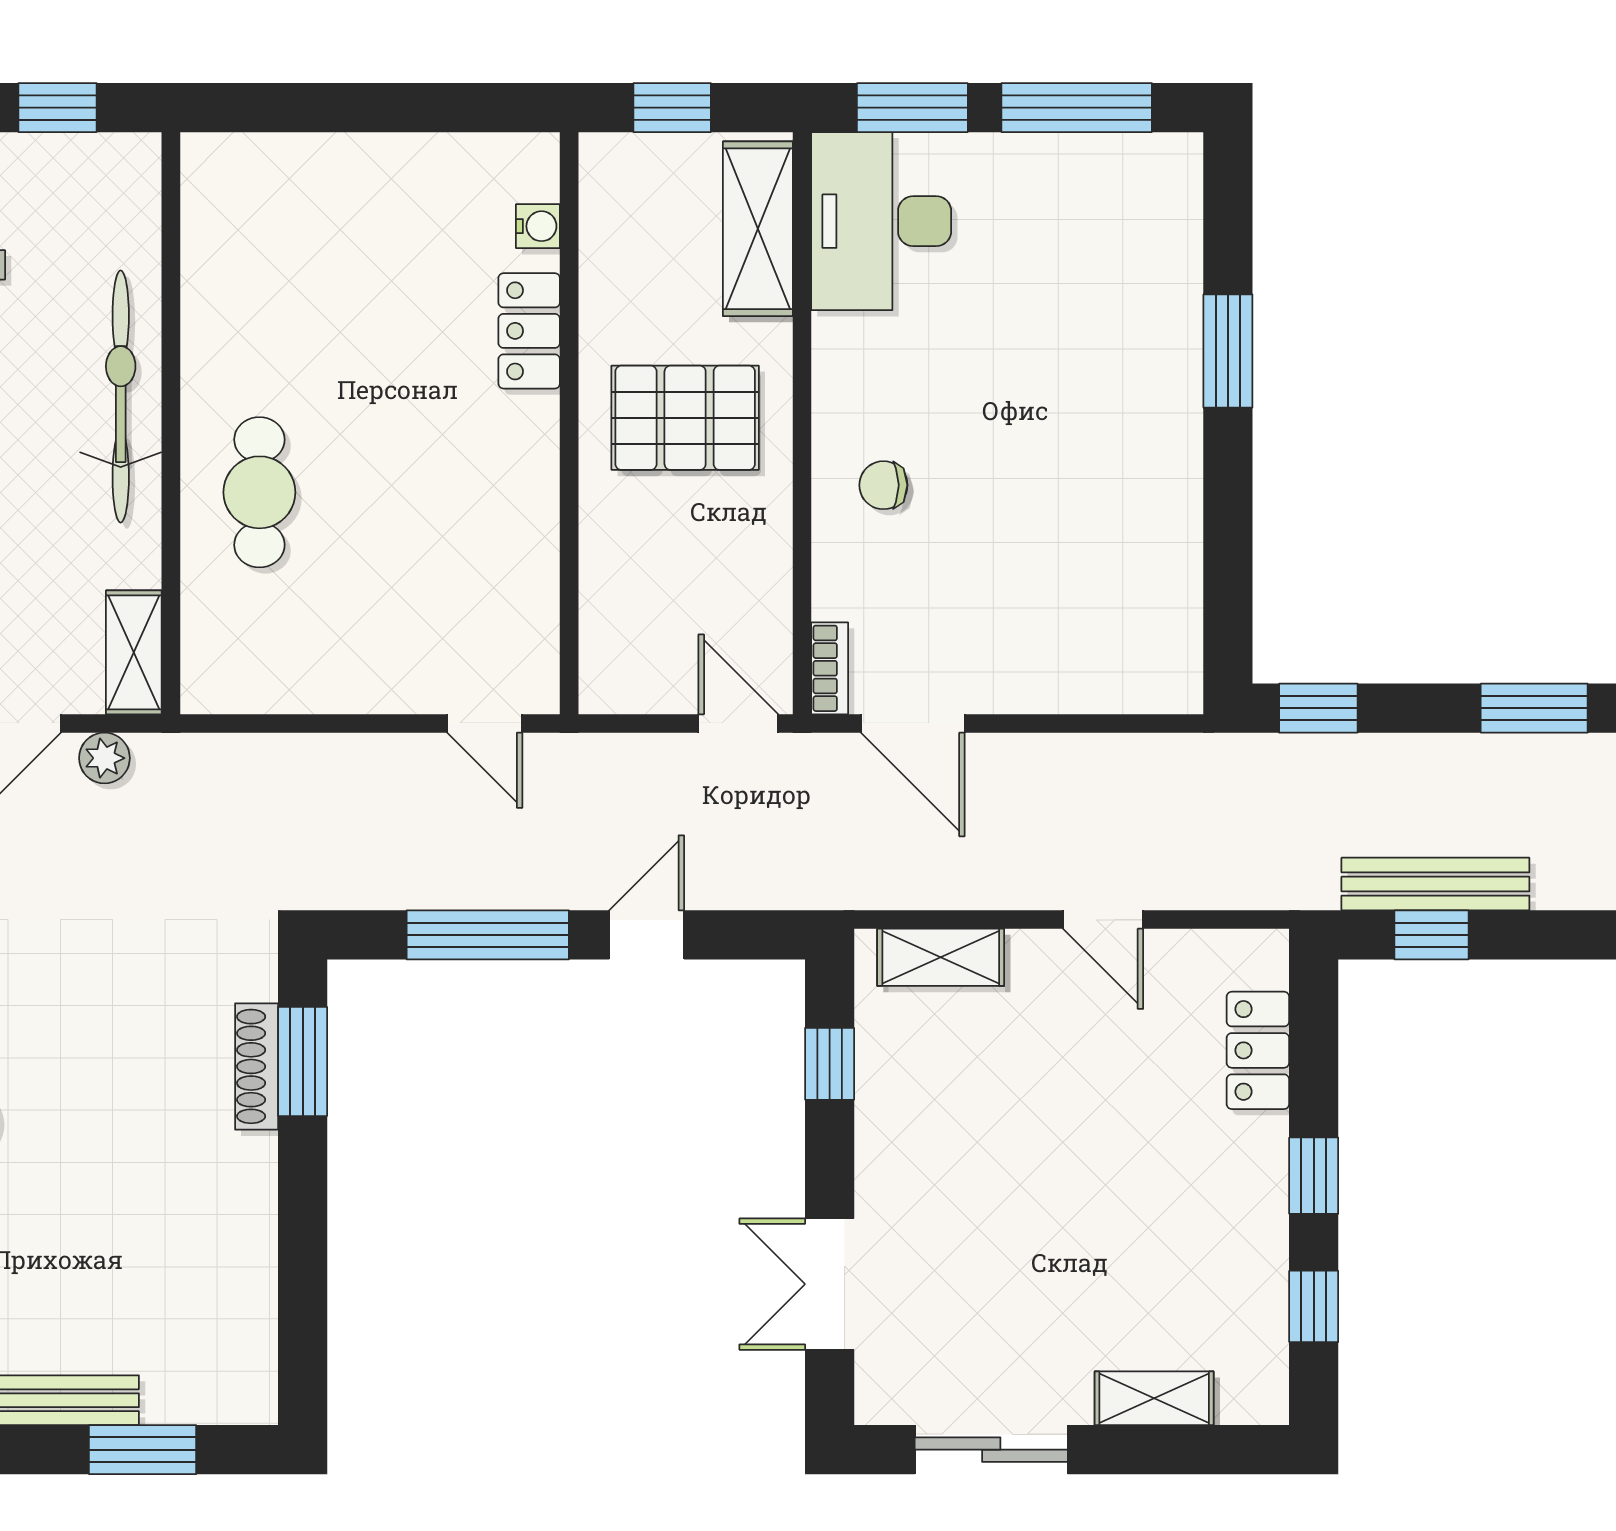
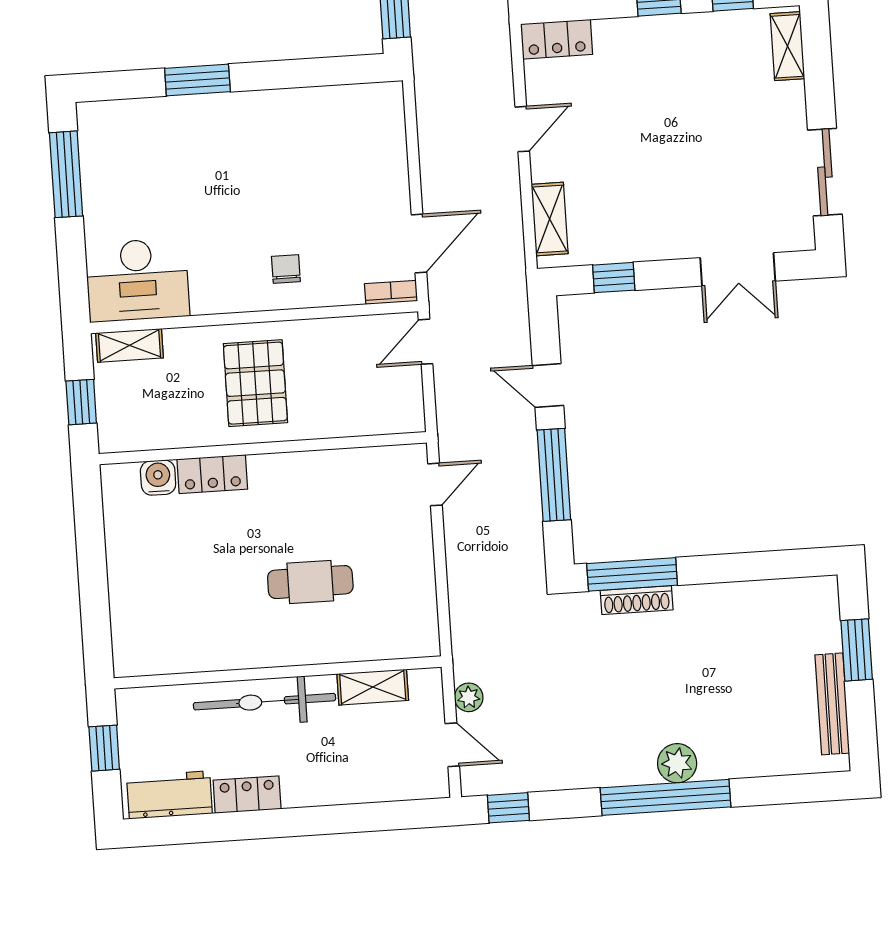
window: (912, 108) -> (72, 267), removed
water cooler: (538, 226) -> (158, 478), width x1.38, depth x1.38
shelving: (758, 229) -> (129, 345), width x0.67, depth x0.75
chair: (883, 485) -> (286, 269), turned 180
cafe table: (259, 492) -> (310, 582), moved
shelving: (134, 652) -> (373, 687), moved
locker: (1258, 1050) -> (557, 39), moved
window: (303, 1061) -> (632, 574), width x1.44
shelving: (1154, 1398) -> (787, 46), moved

